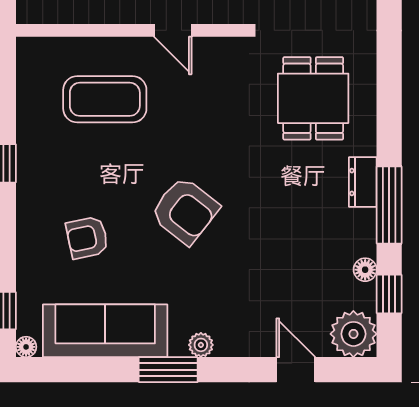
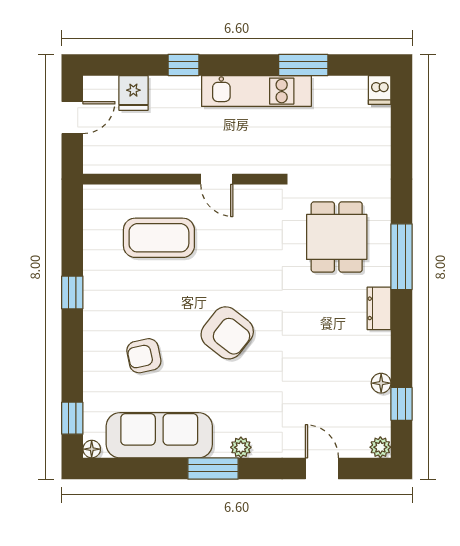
window: (389, 205) -> (402, 257), moved
plant: (353, 334) -> (380, 447), width x0.53, depth x0.53

